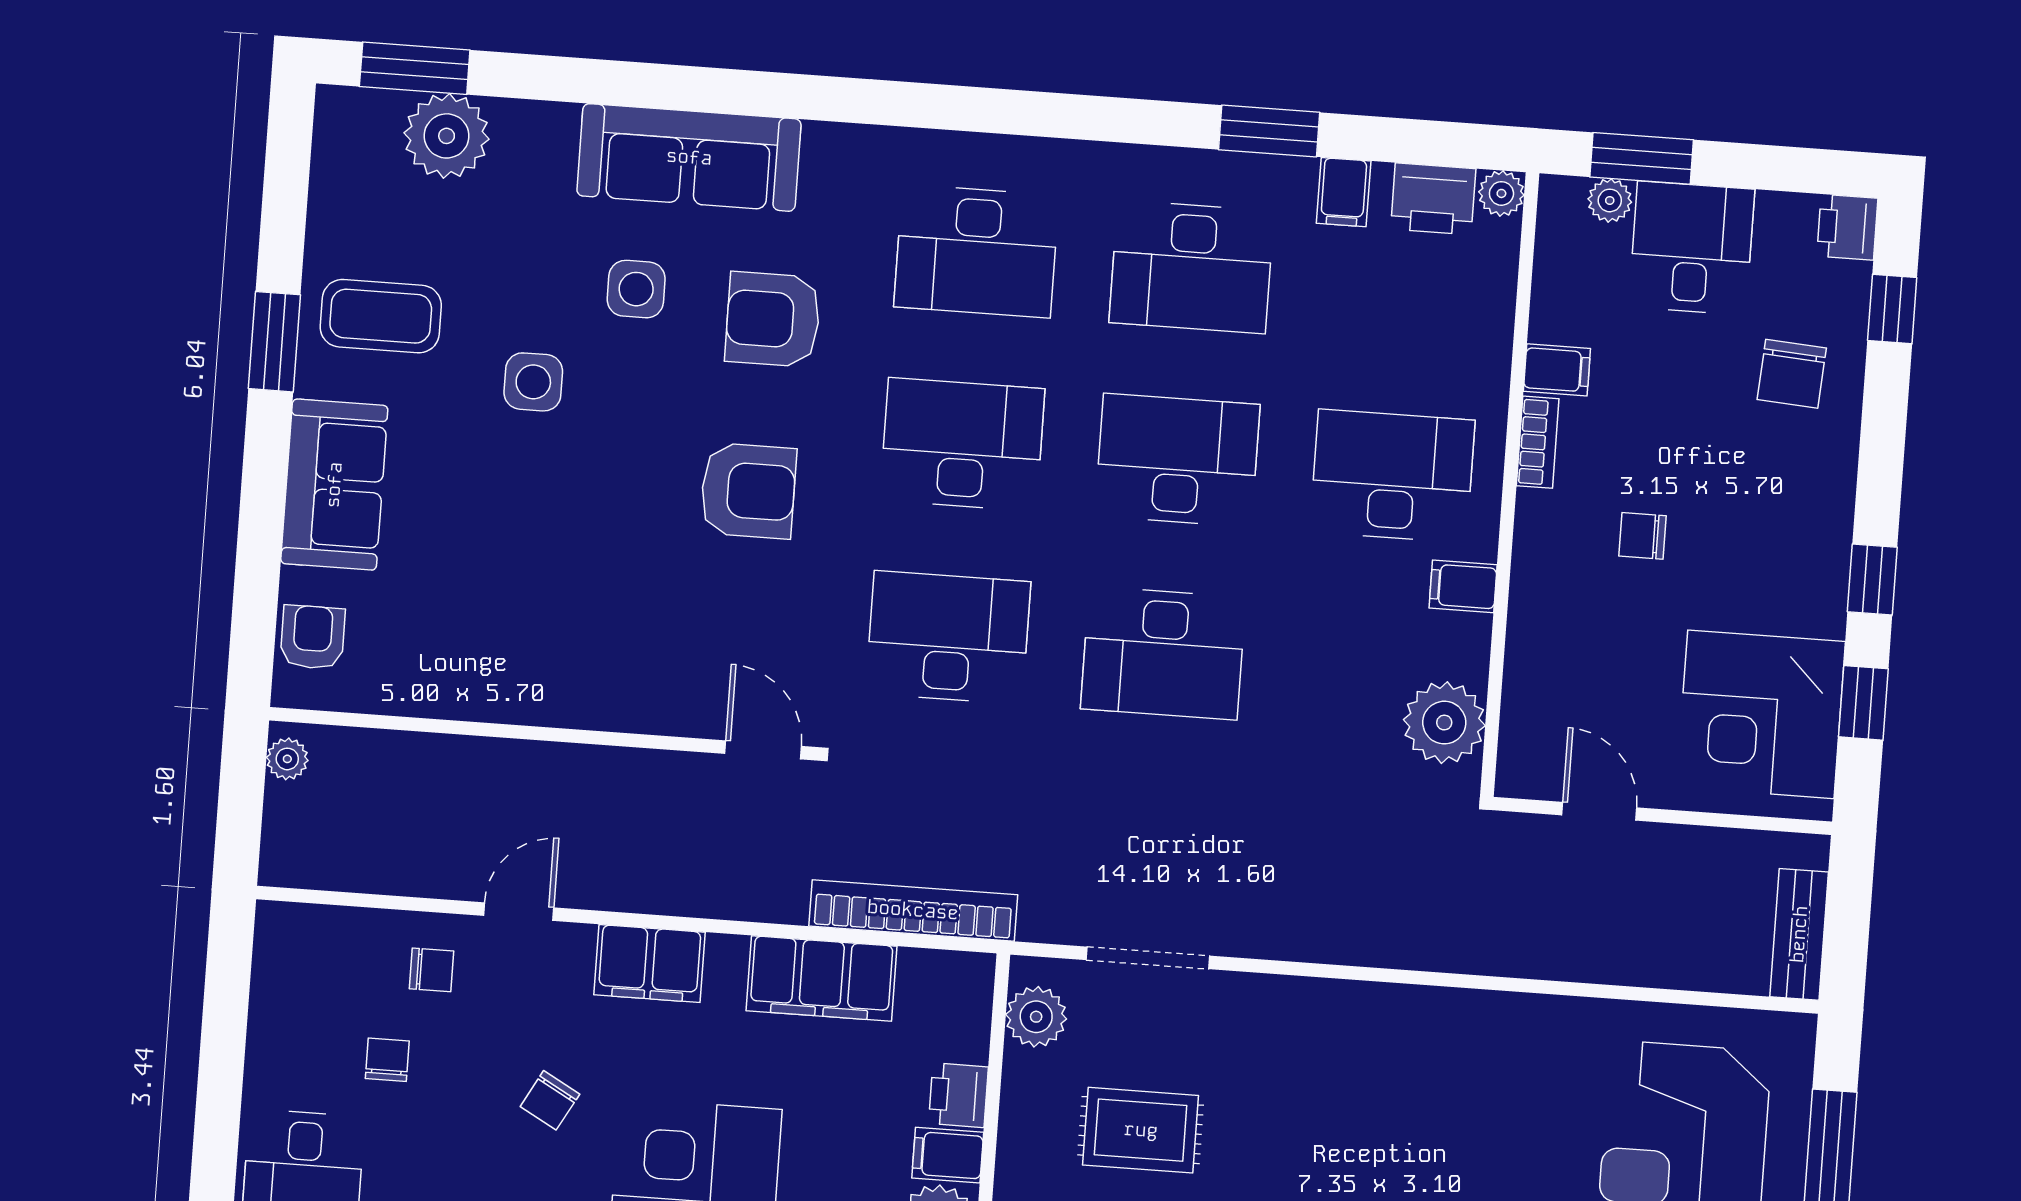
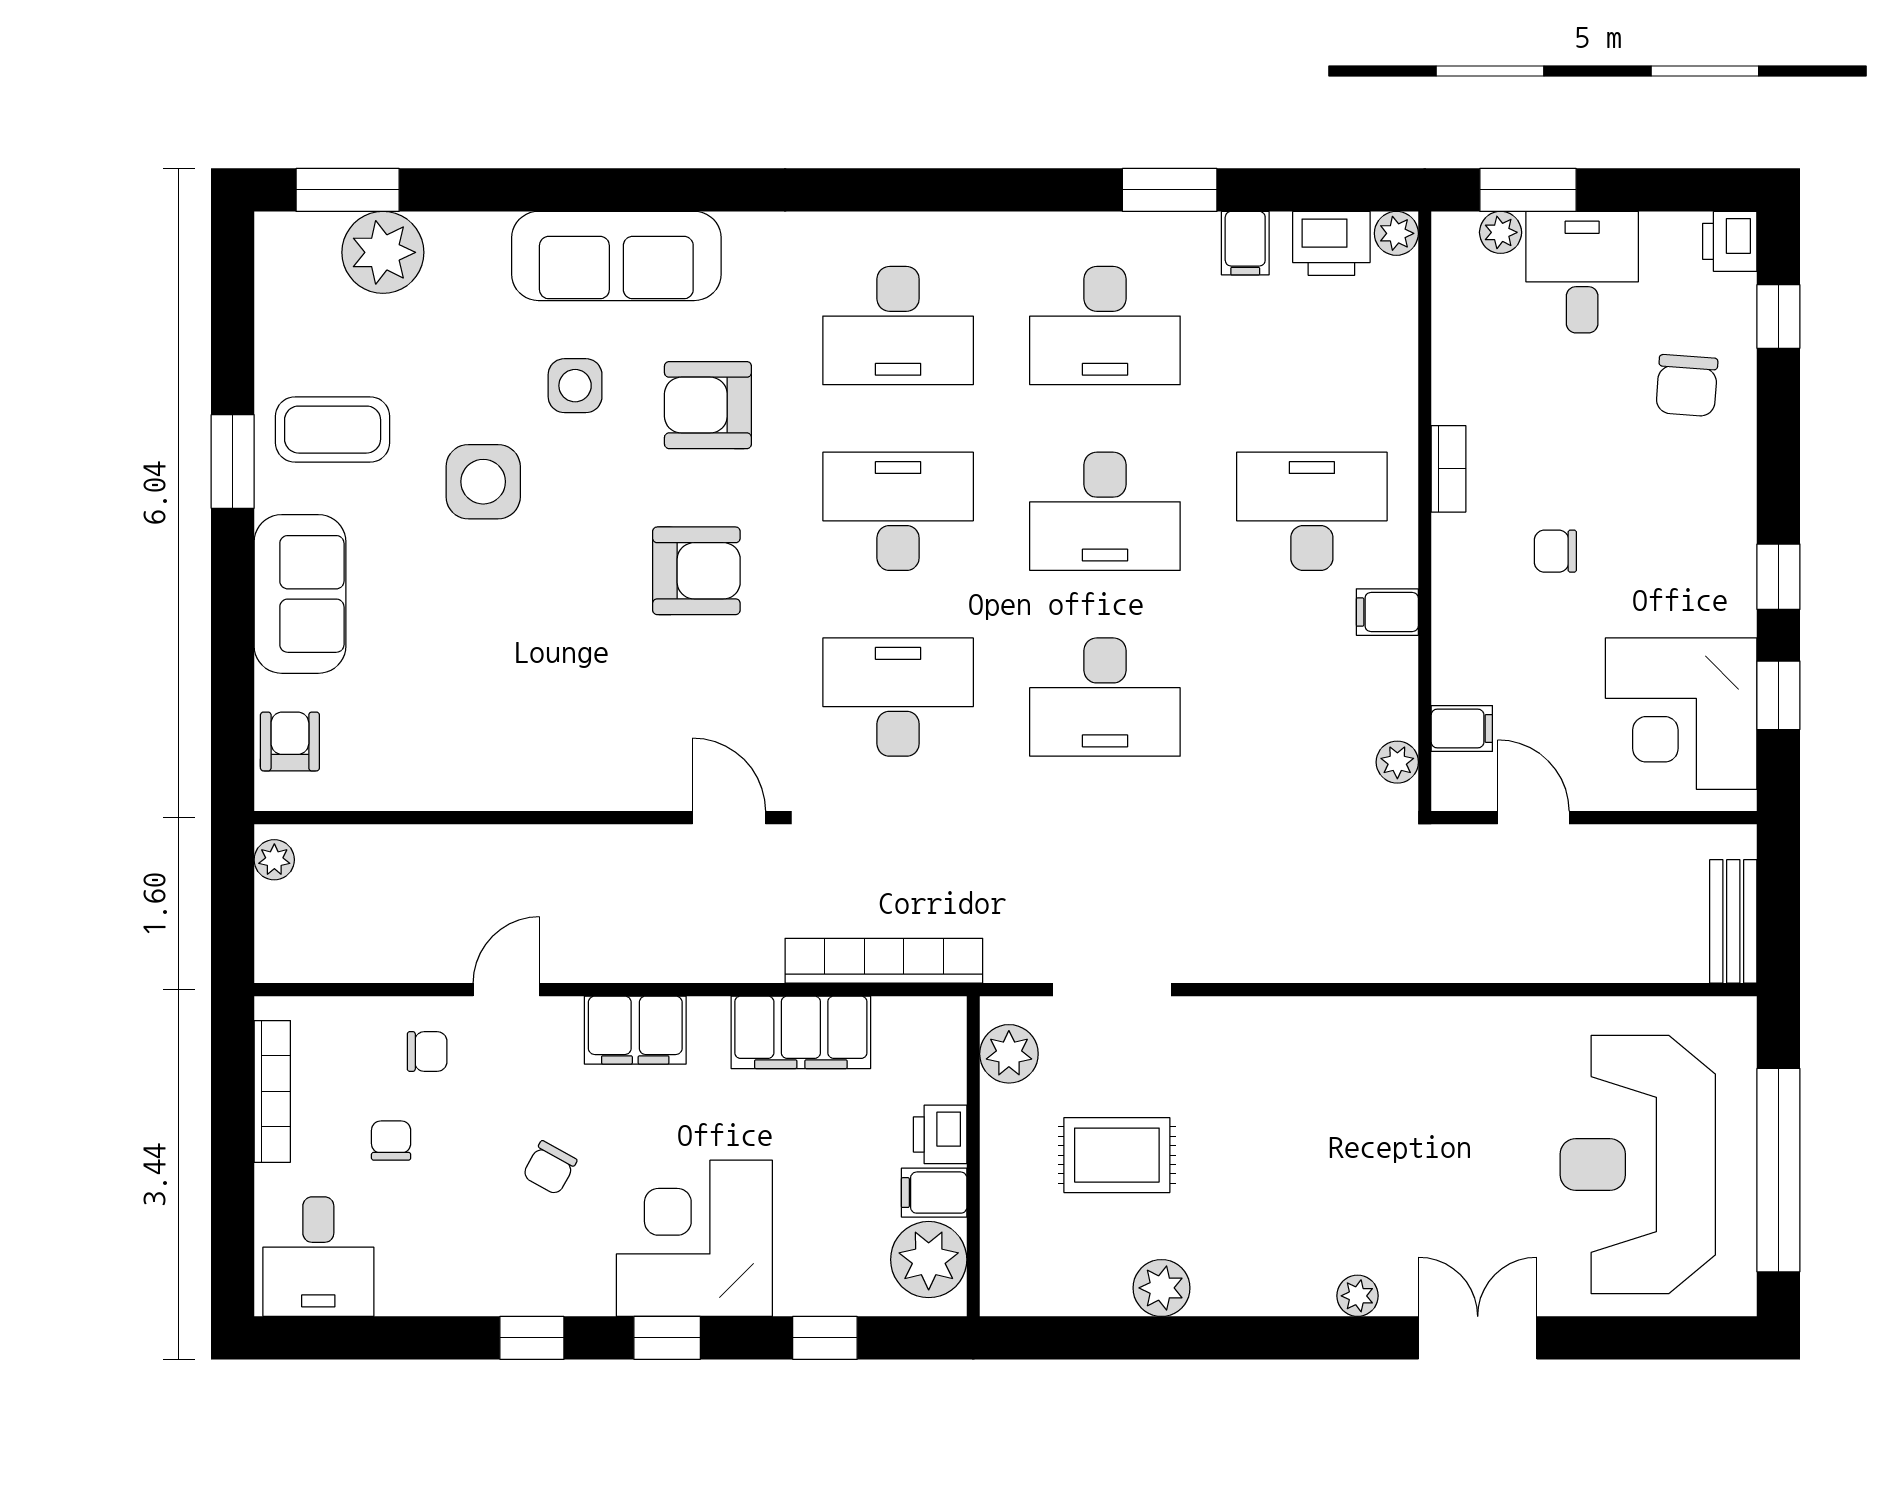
filing cabinet: (1557, 370) -> (1462, 728), moved
side table: (533, 382) -> (483, 482), width x1.37, depth x1.37
desk: (1177, 460) -> (1105, 511), turned 180
plant: (1444, 723) -> (1397, 762), width x0.53, depth x0.53
bookcase: (268, 1000) -> (272, 1091), added

